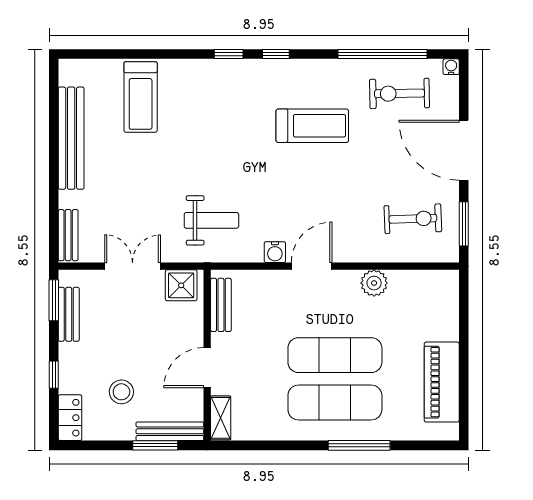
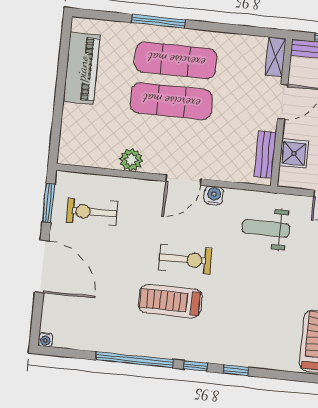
window: (383, 54) -> (134, 360), moved
exercise bike: (399, 93) -> (185, 259), moved
shower: (181, 285) -> (294, 153), moved

